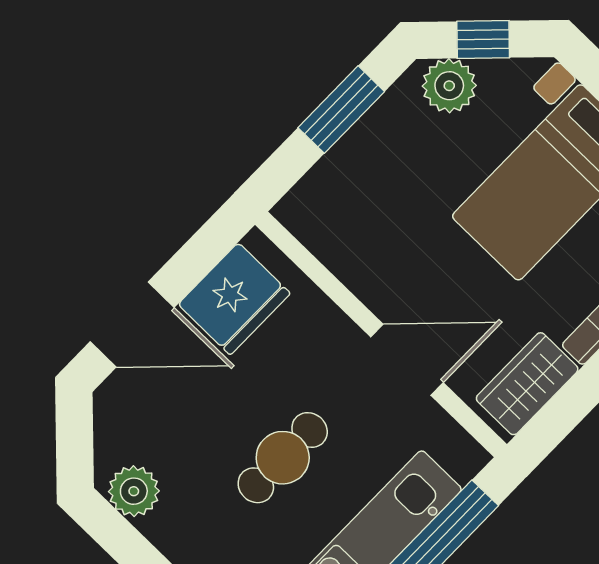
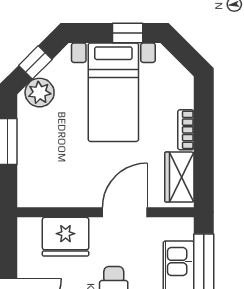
fridge: (234, 299) -> (66, 237), moved, turned 90

